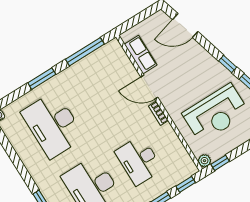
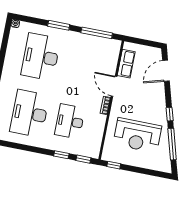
door: (185, 26) -> (166, 71), hinge flipped
plant: (204, 161) -> (106, 156), removed

